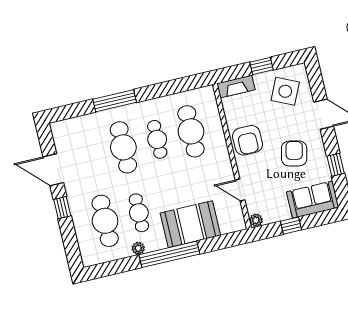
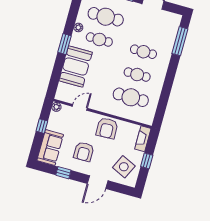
window: (115, 101) -> (180, 41), moved
armchair: (247, 140) -> (107, 128), turned -92
cafe table: (123, 147) -> (143, 52), width x0.73, depth x0.74
armchair: (294, 153) -> (84, 152), turned 77
window: (169, 254) -> (65, 44), width x0.47

